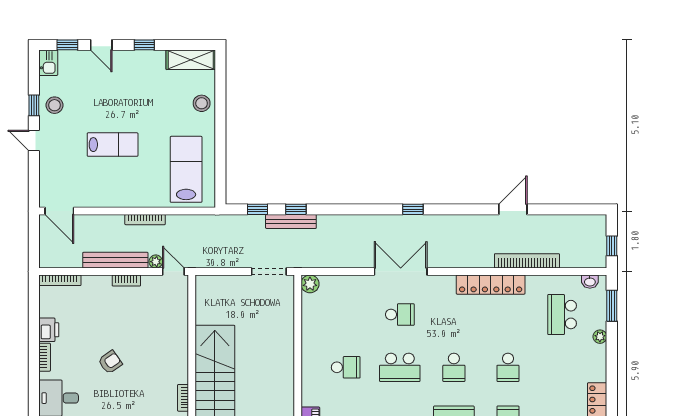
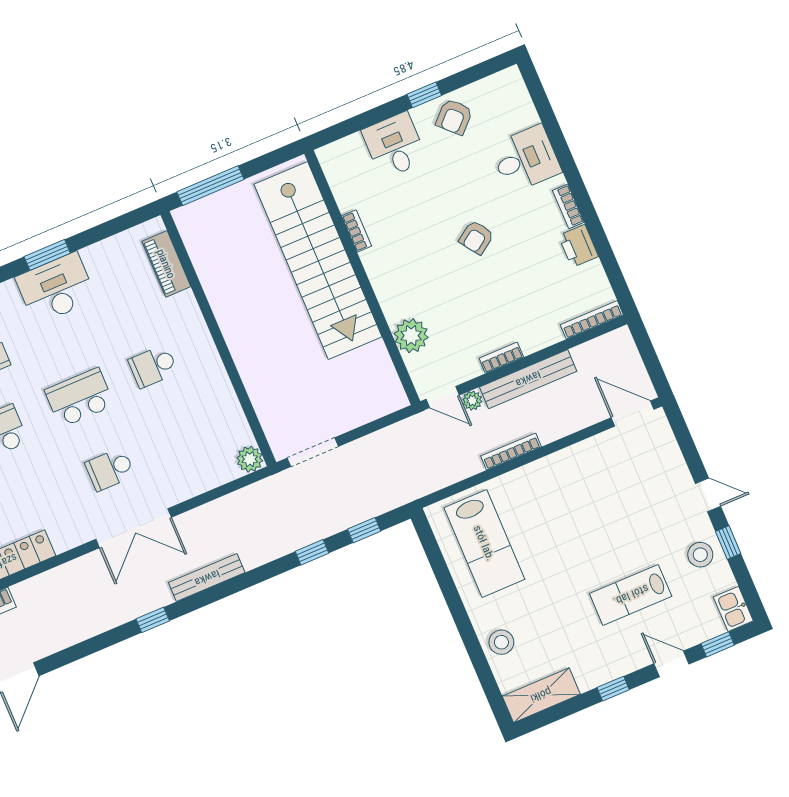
lab bench: (113, 145) -> (631, 595), moved
bench: (291, 222) -> (207, 578), moved
plant: (177, 318) -> (411, 336), added

